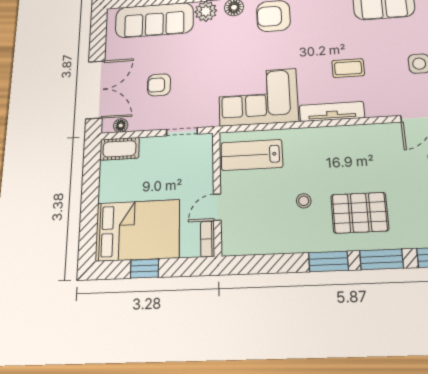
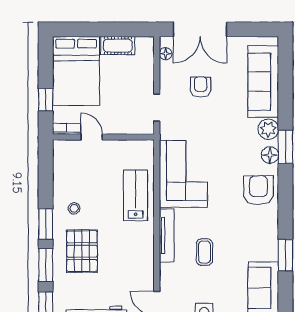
cot: (119, 149) -> (118, 46), moved, turned 90
lab bench: (252, 155) -> (136, 195), moved
stool: (304, 201) -> (74, 208), moved
window: (145, 269) -> (46, 100), moved

